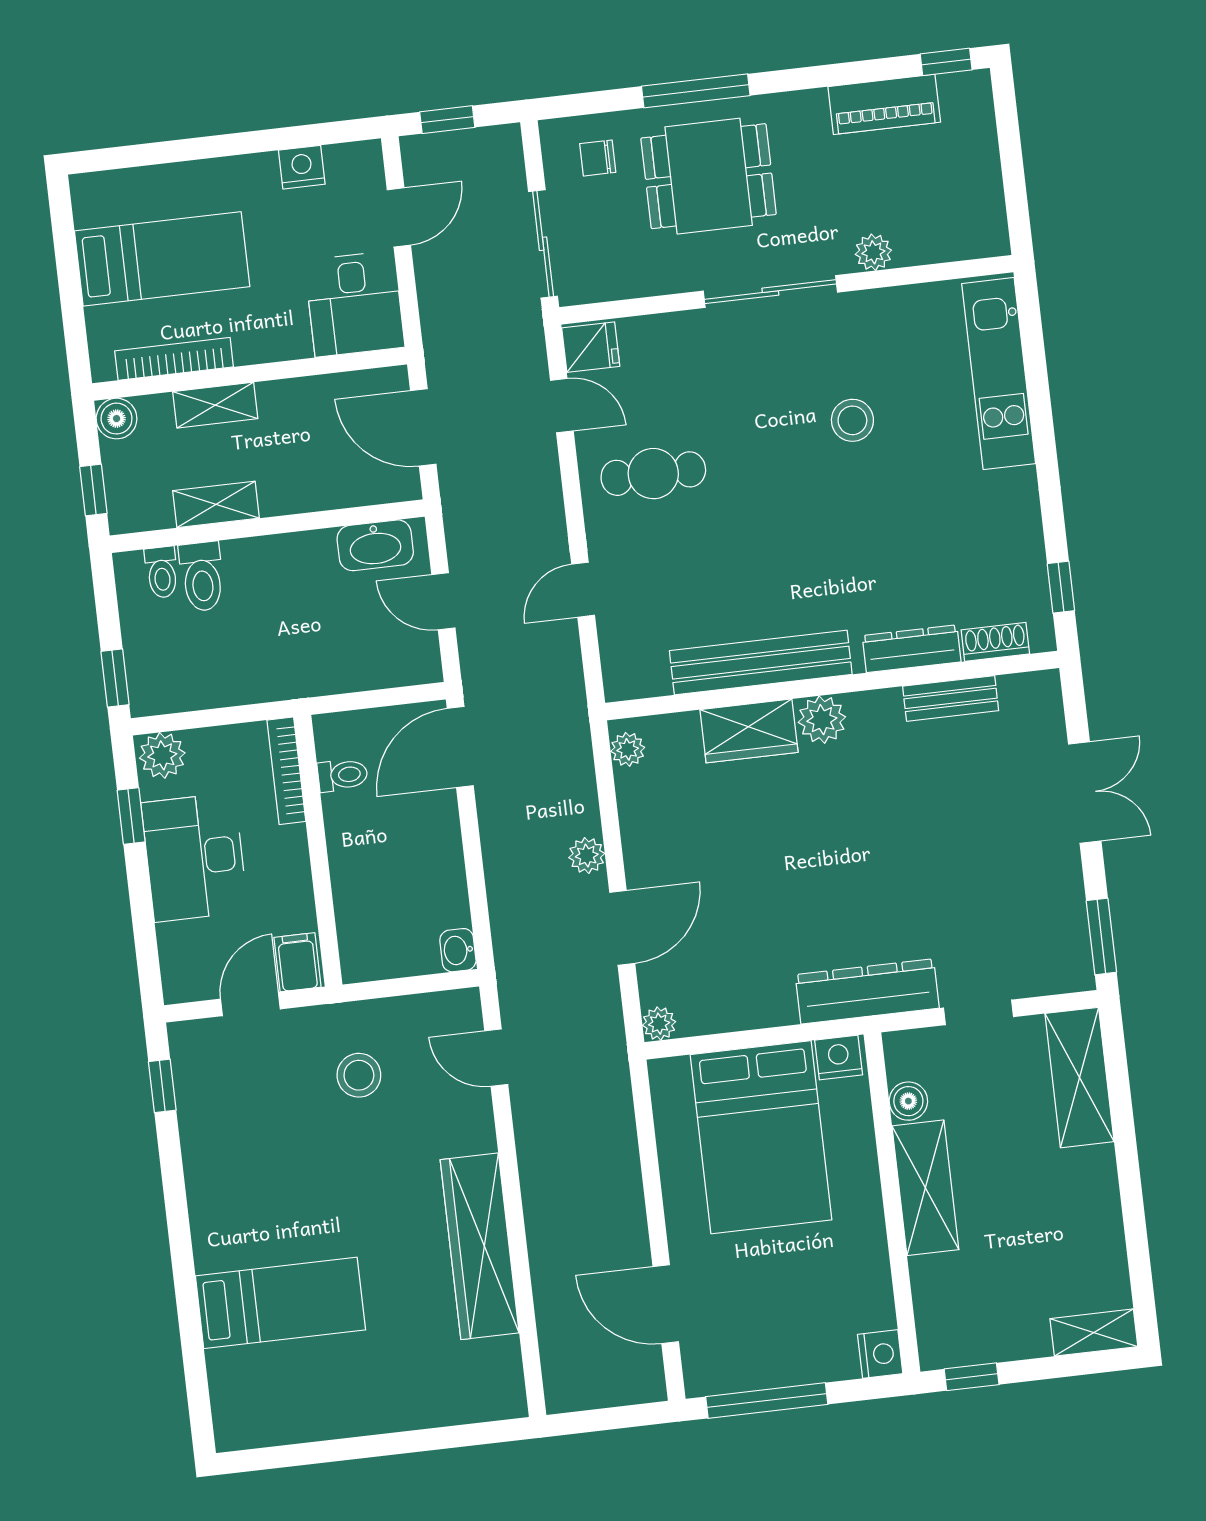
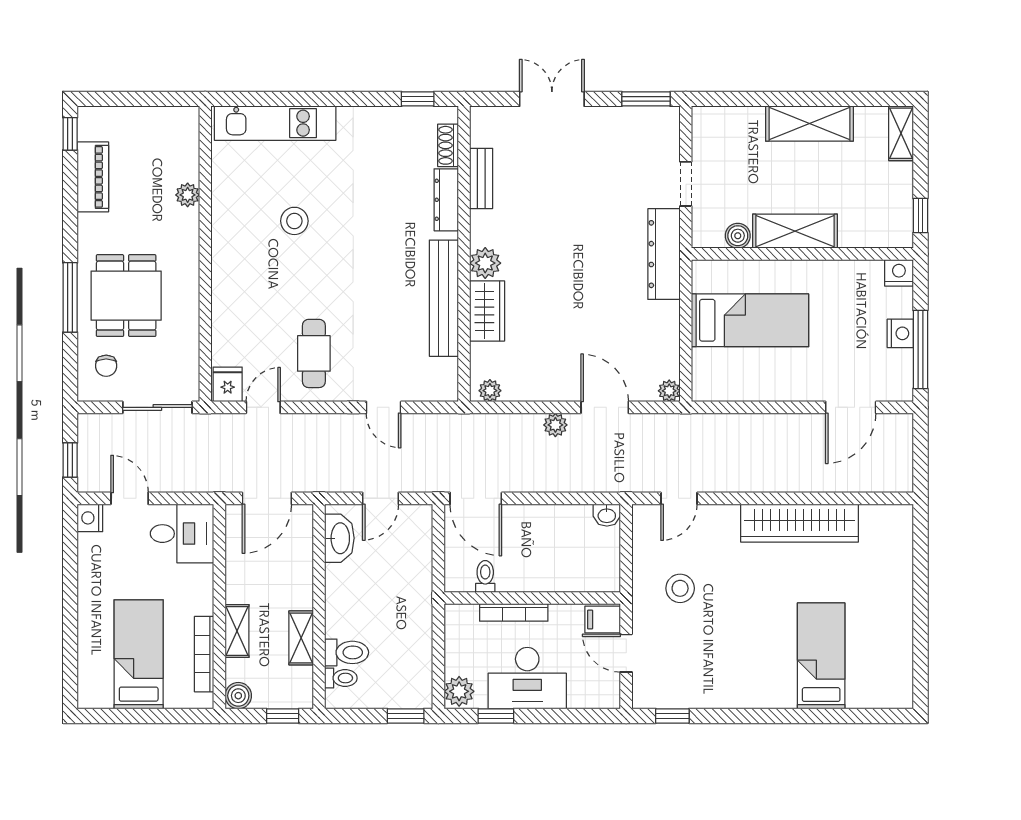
nightstand: (302, 167) -> (90, 518), moved
sliding door: (770, 292) -> (205, 264), removed
bookcase: (286, 771) -> (514, 612), moved
nightstand: (839, 1058) -> (900, 333), moved, turned 180
shelving: (1079, 1078) -> (809, 124), moved
bed: (761, 1137) -> (750, 320), width x0.67

